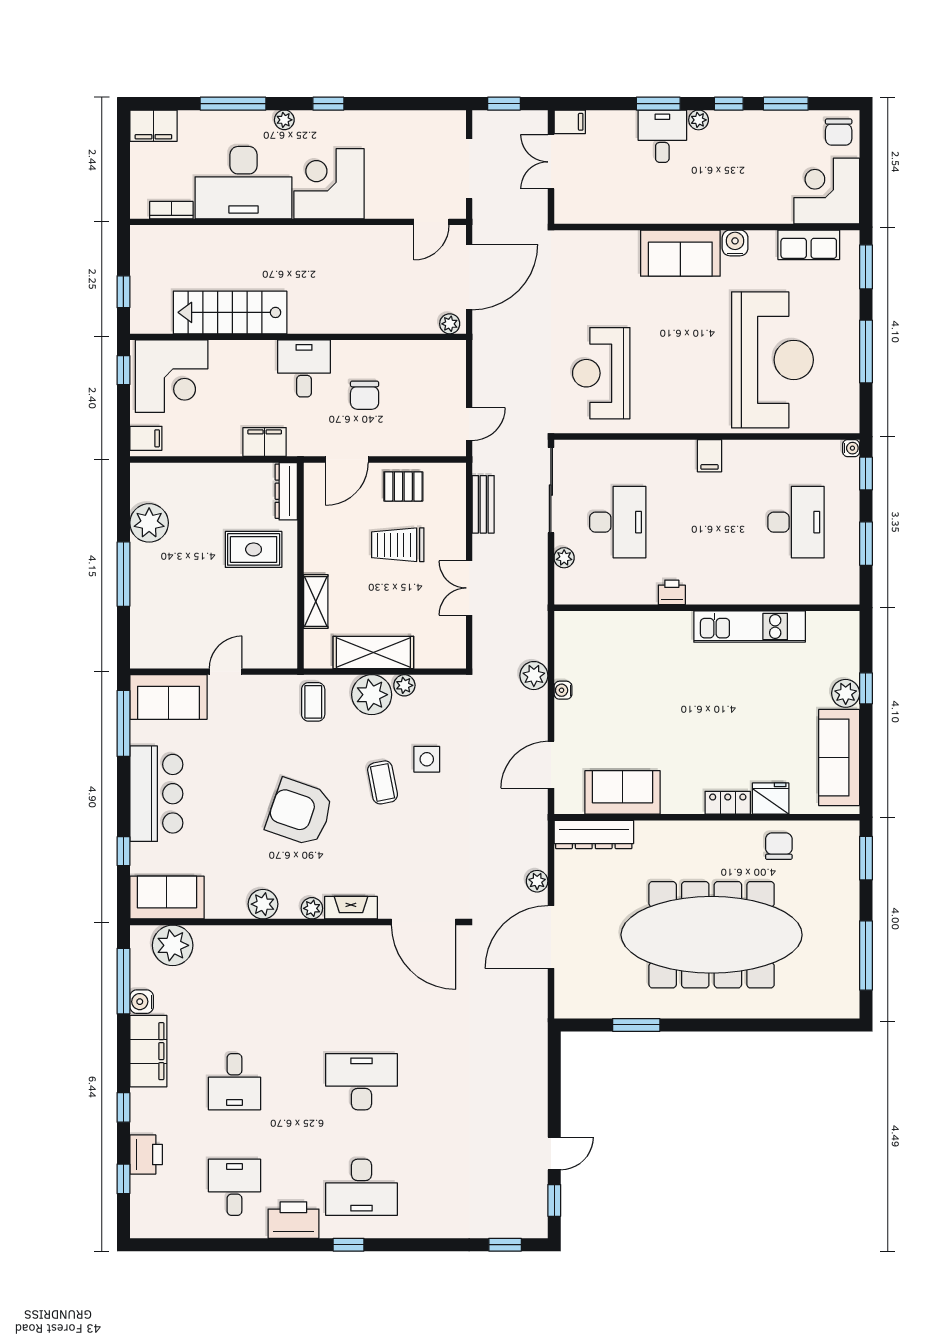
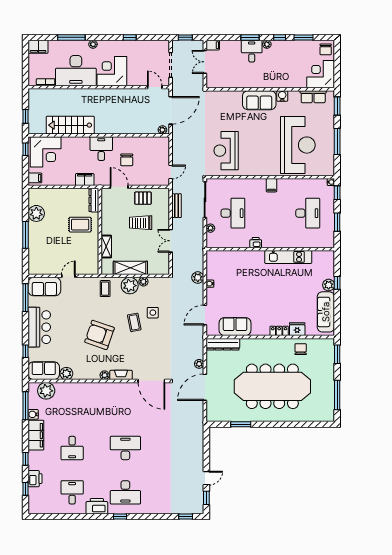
window: (328, 104) -> (130, 37), moved
door: (431, 222) -> (155, 87), swing flipped
door: (347, 460) -> (119, 187), swing flipped
plant: (263, 904) -> (66, 373), moved

